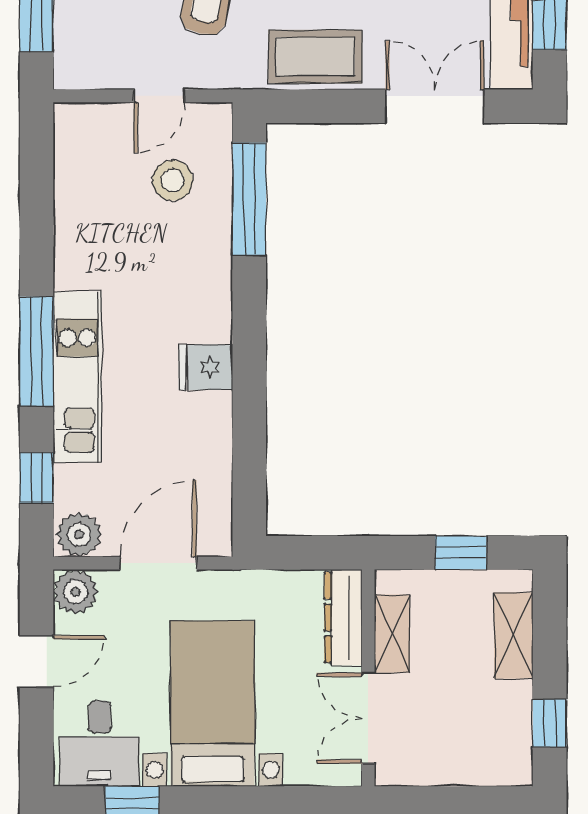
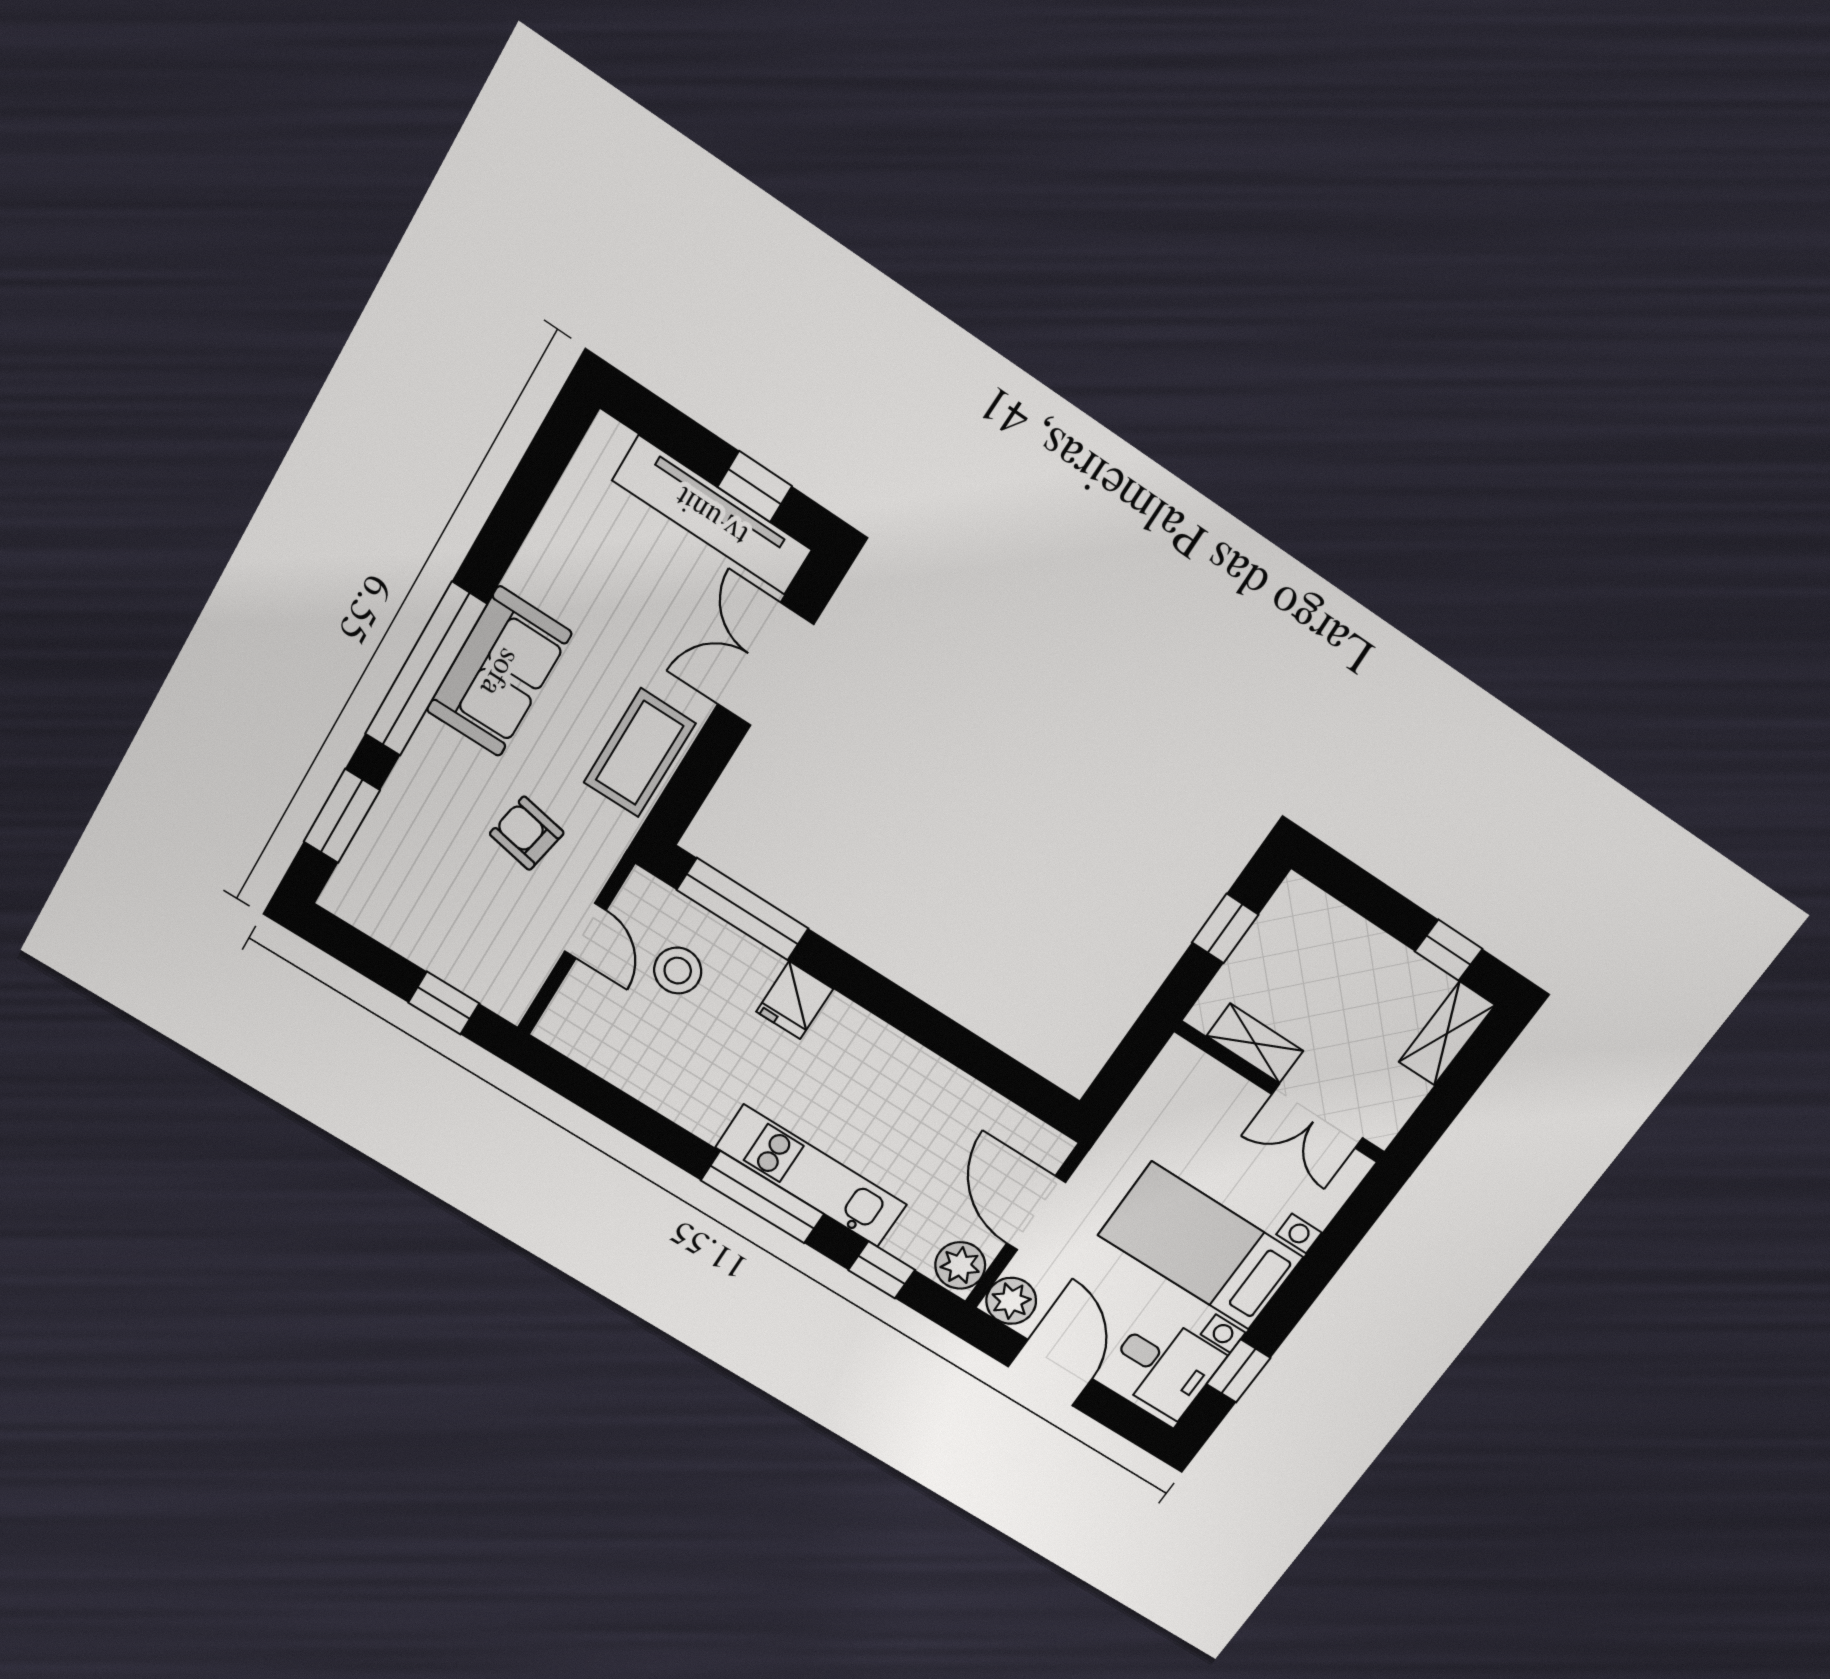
fridge: (206, 367) -> (795, 1000), moved
dresser: (343, 617) -> (1207, 1079), removed
shelving: (514, 635) -> (1447, 1034), moved, turned 90
door: (36, 661) -> (1050, 1373), width x1.37

